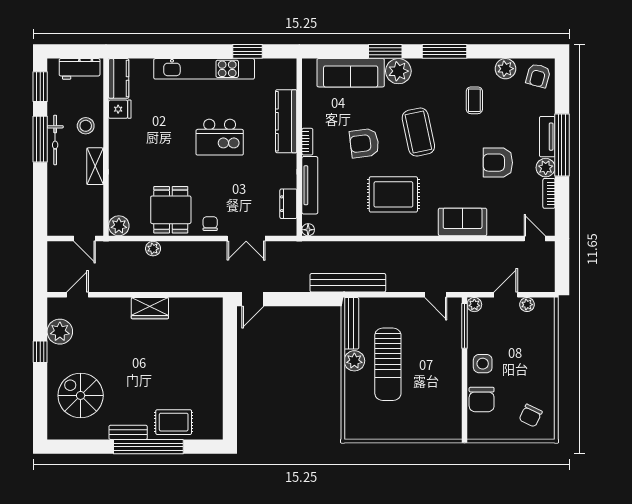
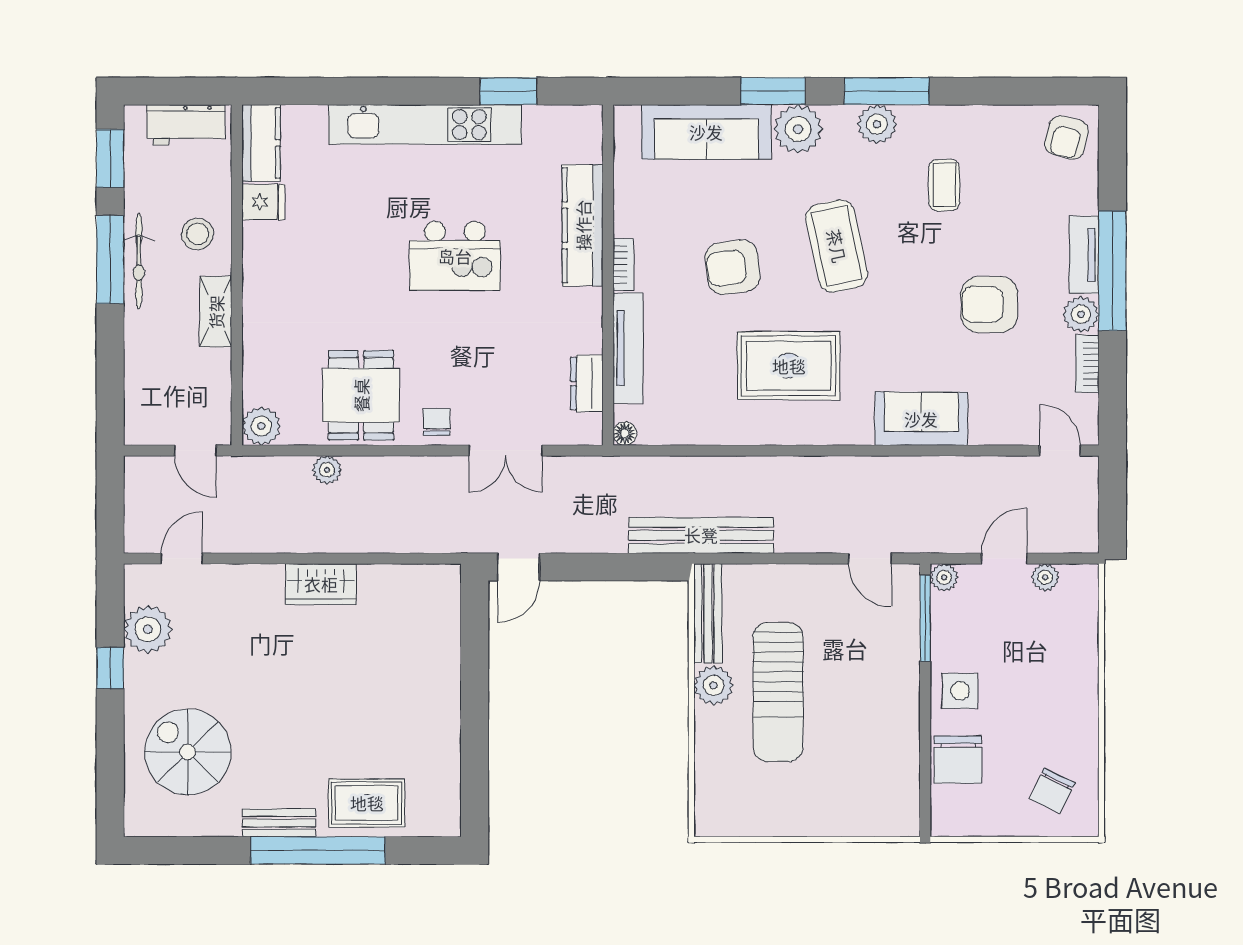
plant: (505, 69) -> (877, 124), moved

